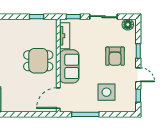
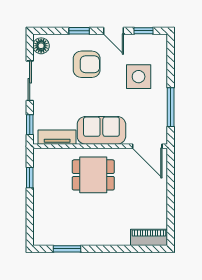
dining table: (38, 61) -> (93, 175), turned 90
door: (138, 75) -> (114, 31), swing flipped

